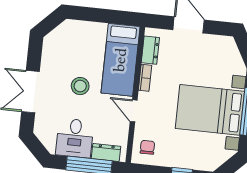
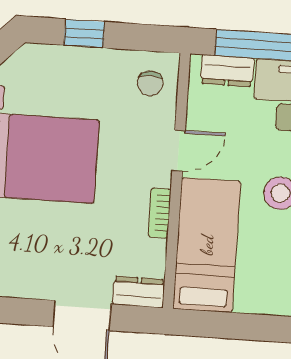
dresser: (150, 50) -> (139, 292), moved, turned 90
door: (134, 111) -> (179, 151), hinge flipped

